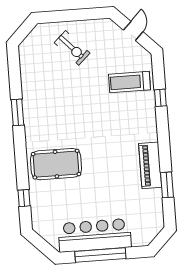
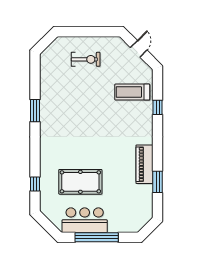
exercise bike: (72, 48) -> (86, 59), turned -47
pool table: (56, 164) -> (80, 182), moved
bar counter: (95, 235) -> (85, 220), width x0.73

